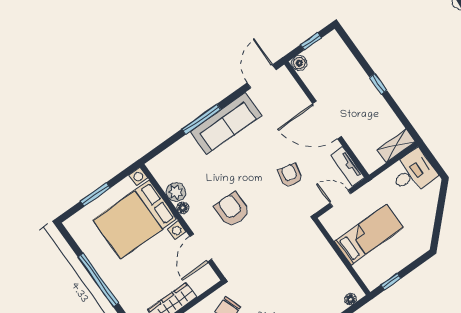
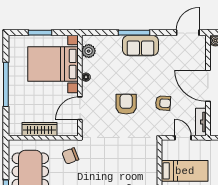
sofa: (226, 123) -> (140, 45), width x0.73
armchair: (290, 175) -> (163, 103), turned 81
plant: (176, 192) -> (89, 51), moved
armchair: (232, 210) -> (126, 104), moved

